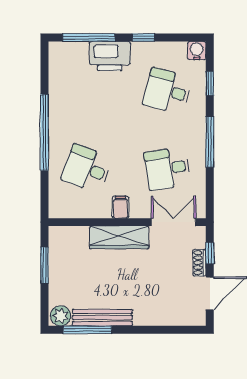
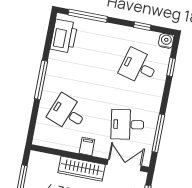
window: (143, 37) -> (142, 26), moved
printer: (110, 56) -> (64, 36), moved, turned -90
window: (44, 132) -> (41, 80), width x0.68
window: (210, 142) -> (158, 133), moved

